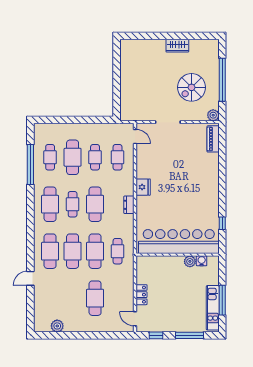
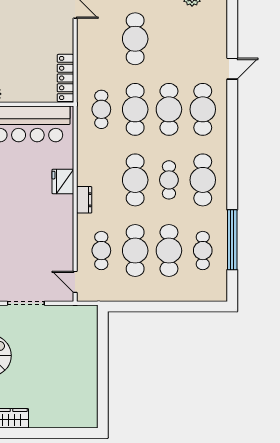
cafe table: (95, 157) -> (135, 251), width x1.37, depth x1.35
fridge: (143, 187) -> (63, 181), moved
dresser: (129, 205) -> (84, 200), moved
locker: (141, 295) -> (65, 78), moved, width x1.53

